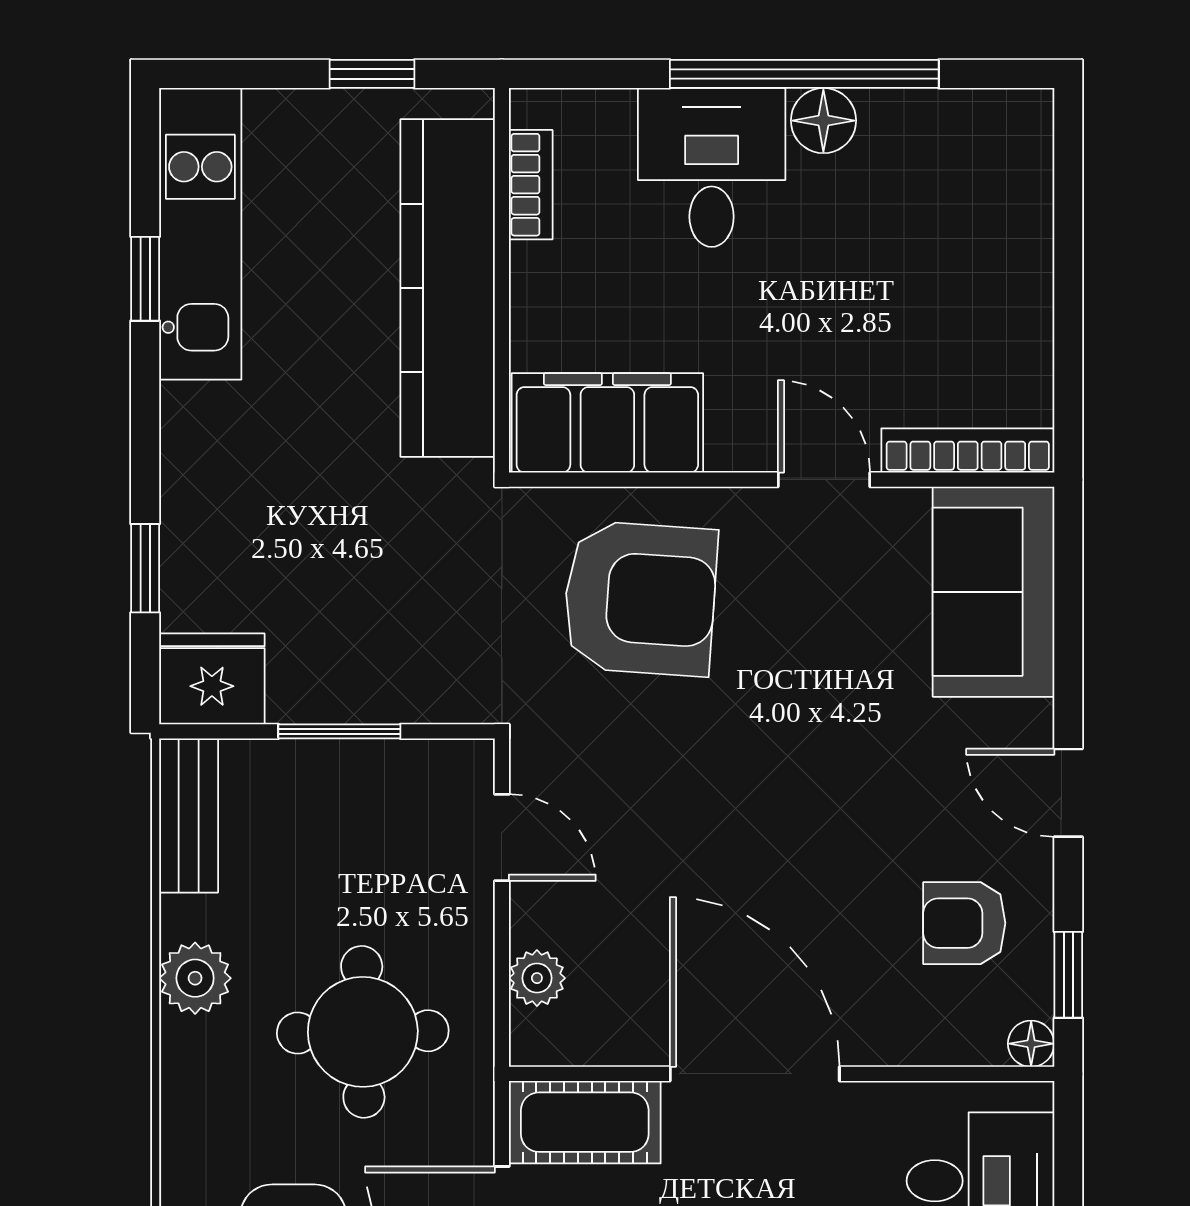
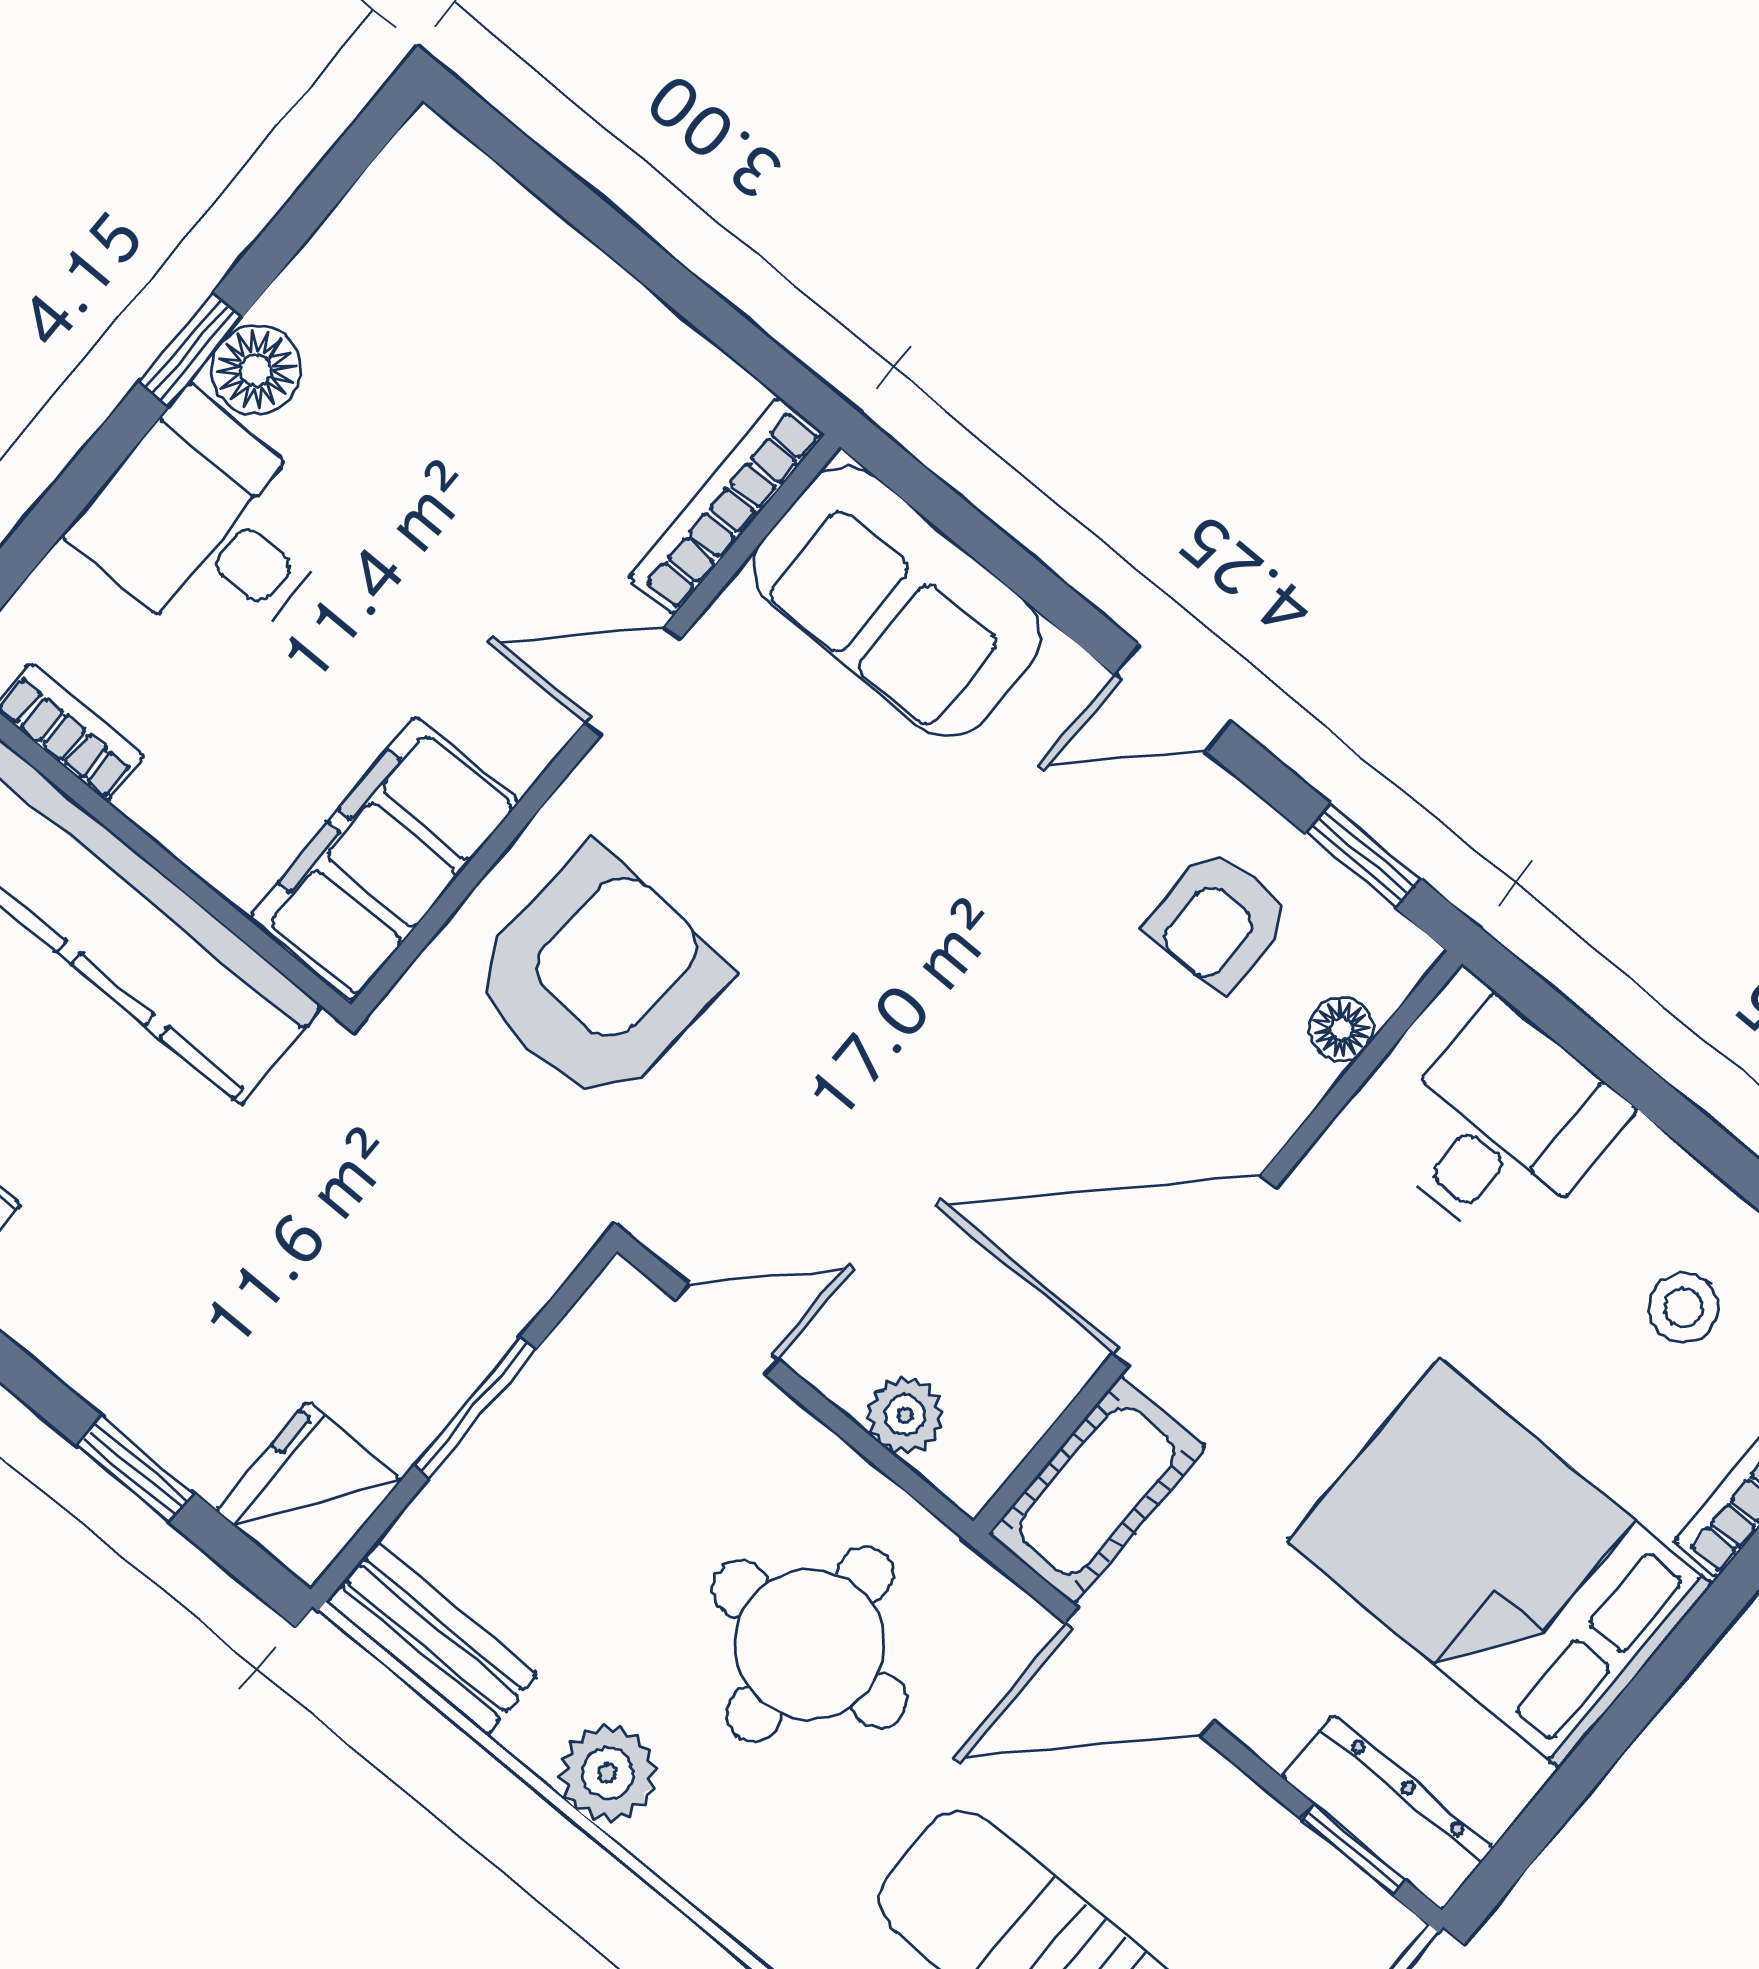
window: (804, 74) -> (191, 350), width x0.32
floor lamp: (1031, 1044) -> (1341, 1029), moved

